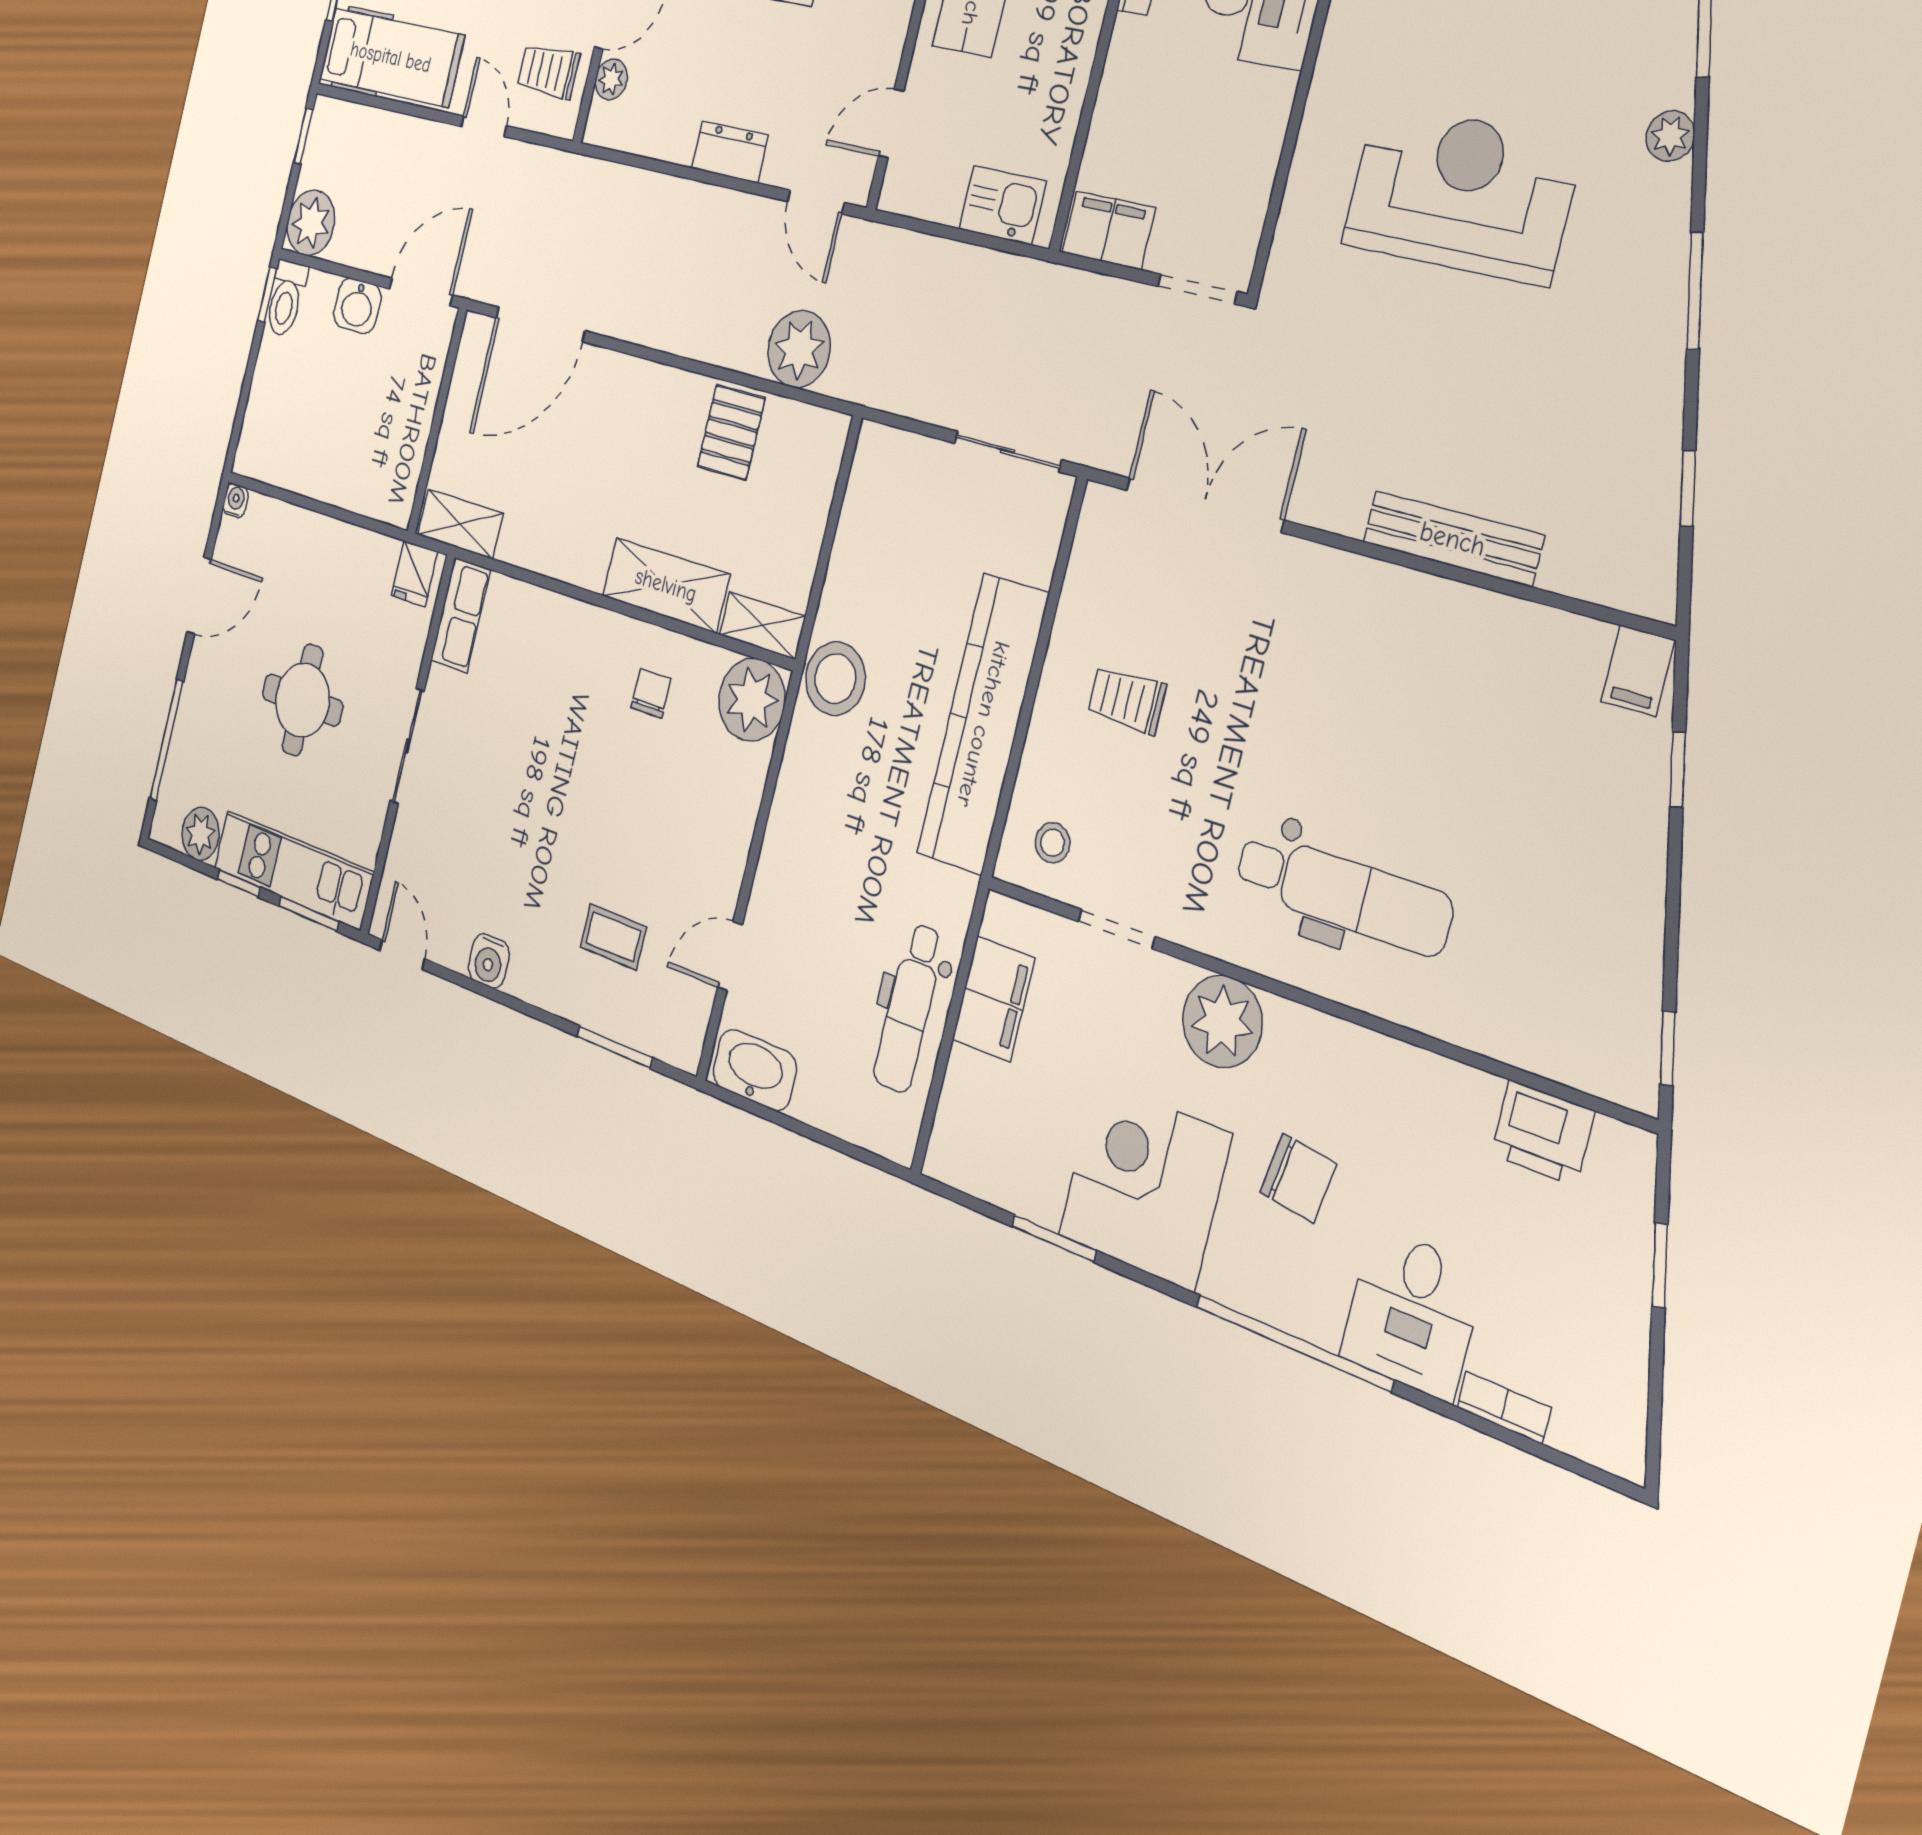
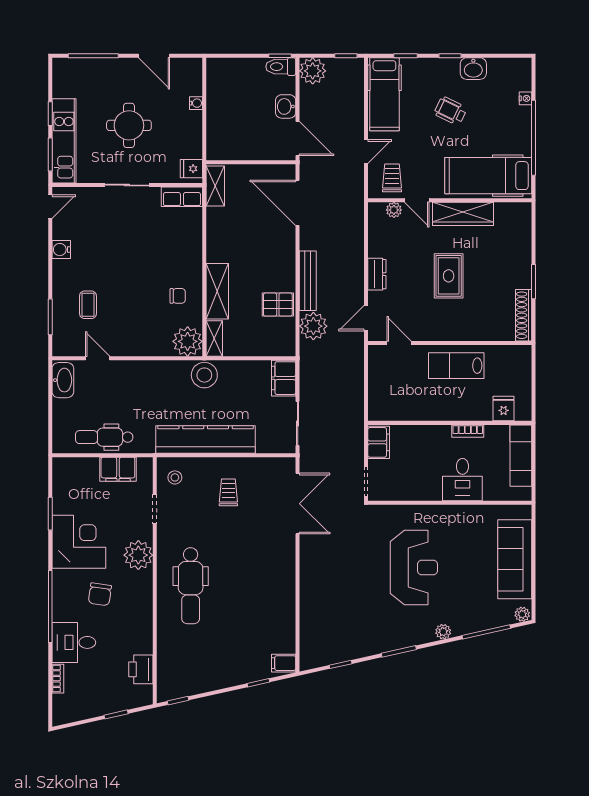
kitchen sink: (1002, 205) -> (379, 398), removed
filing cabinet: (894, 462) -> (284, 378), added
water cooler: (235, 501) -> (196, 103), moved
bench: (1453, 539) -> (308, 281), moved
plant: (200, 834) -> (63, 87), removed

